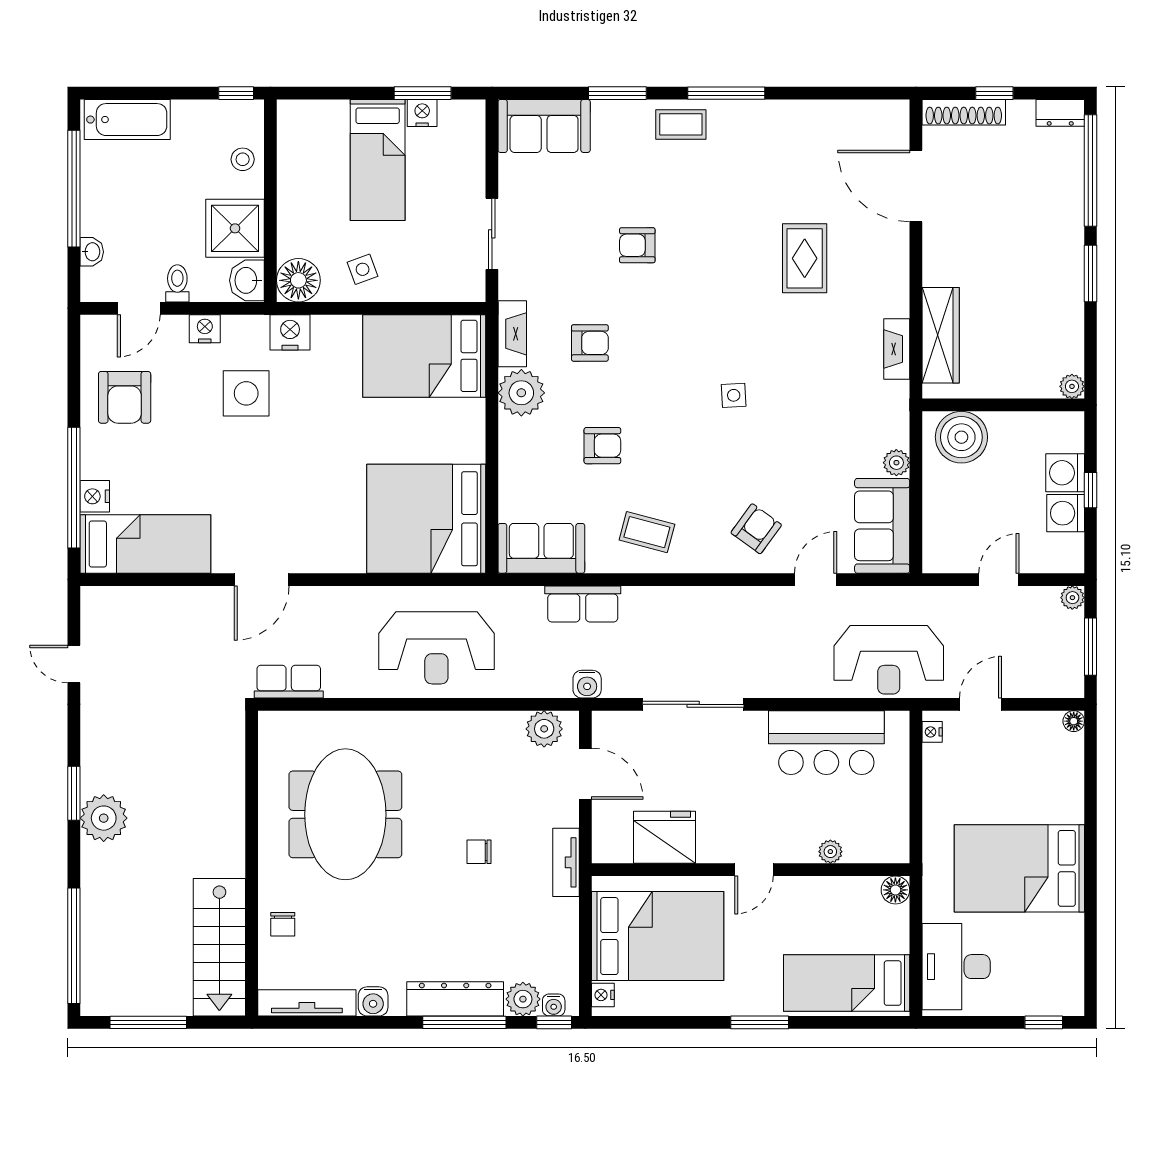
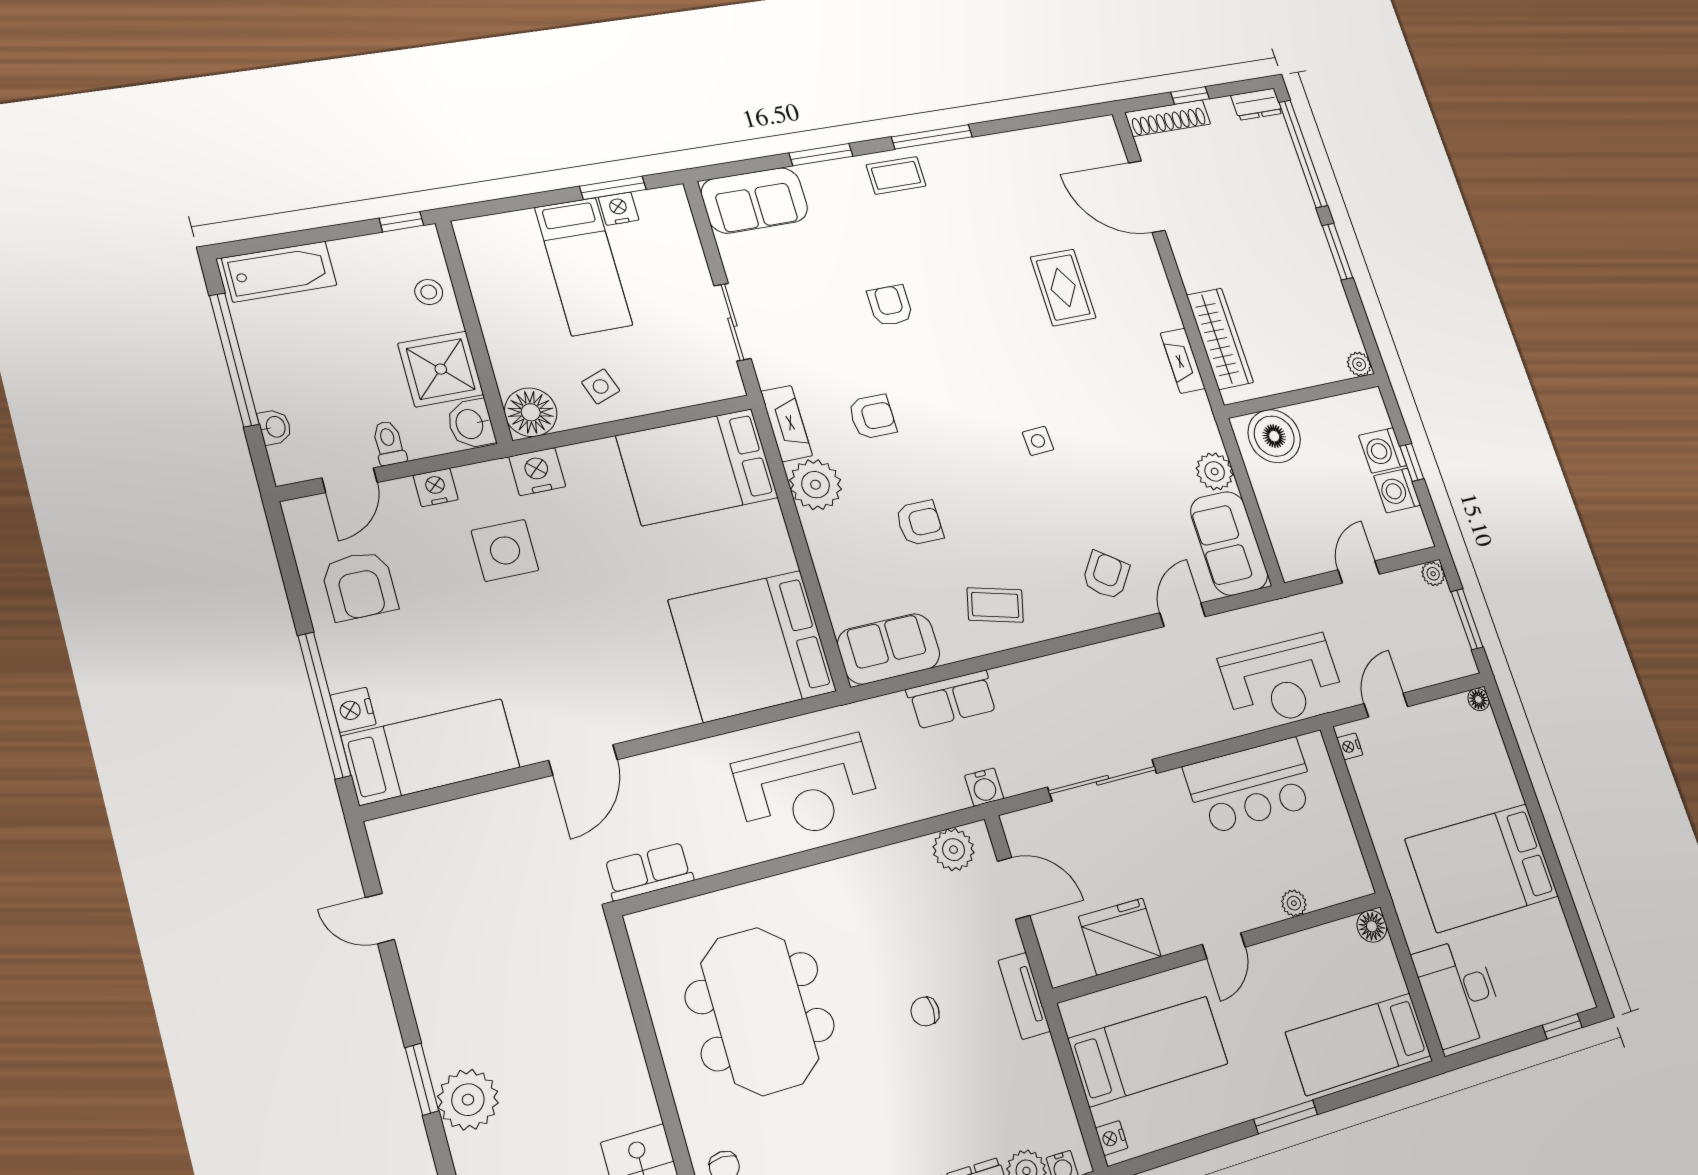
armchair: (637, 245) -> (890, 306), turned 90
plant: (896, 463) -> (1215, 471), width x1.38, depth x1.38
bed: (658, 936) -> (1148, 1051), width x0.67

